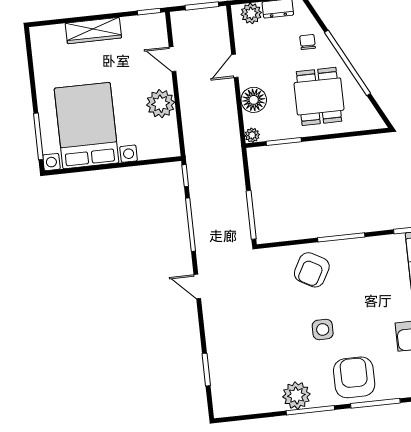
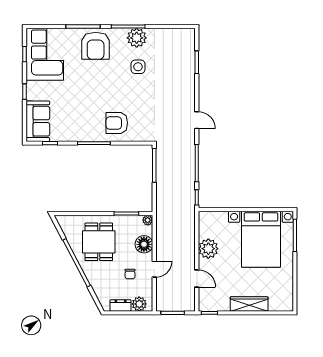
chair: (308, 42) -> (130, 274), moved
armchair: (312, 270) -> (117, 123), turned -119
side table: (323, 329) -> (138, 67), moved

